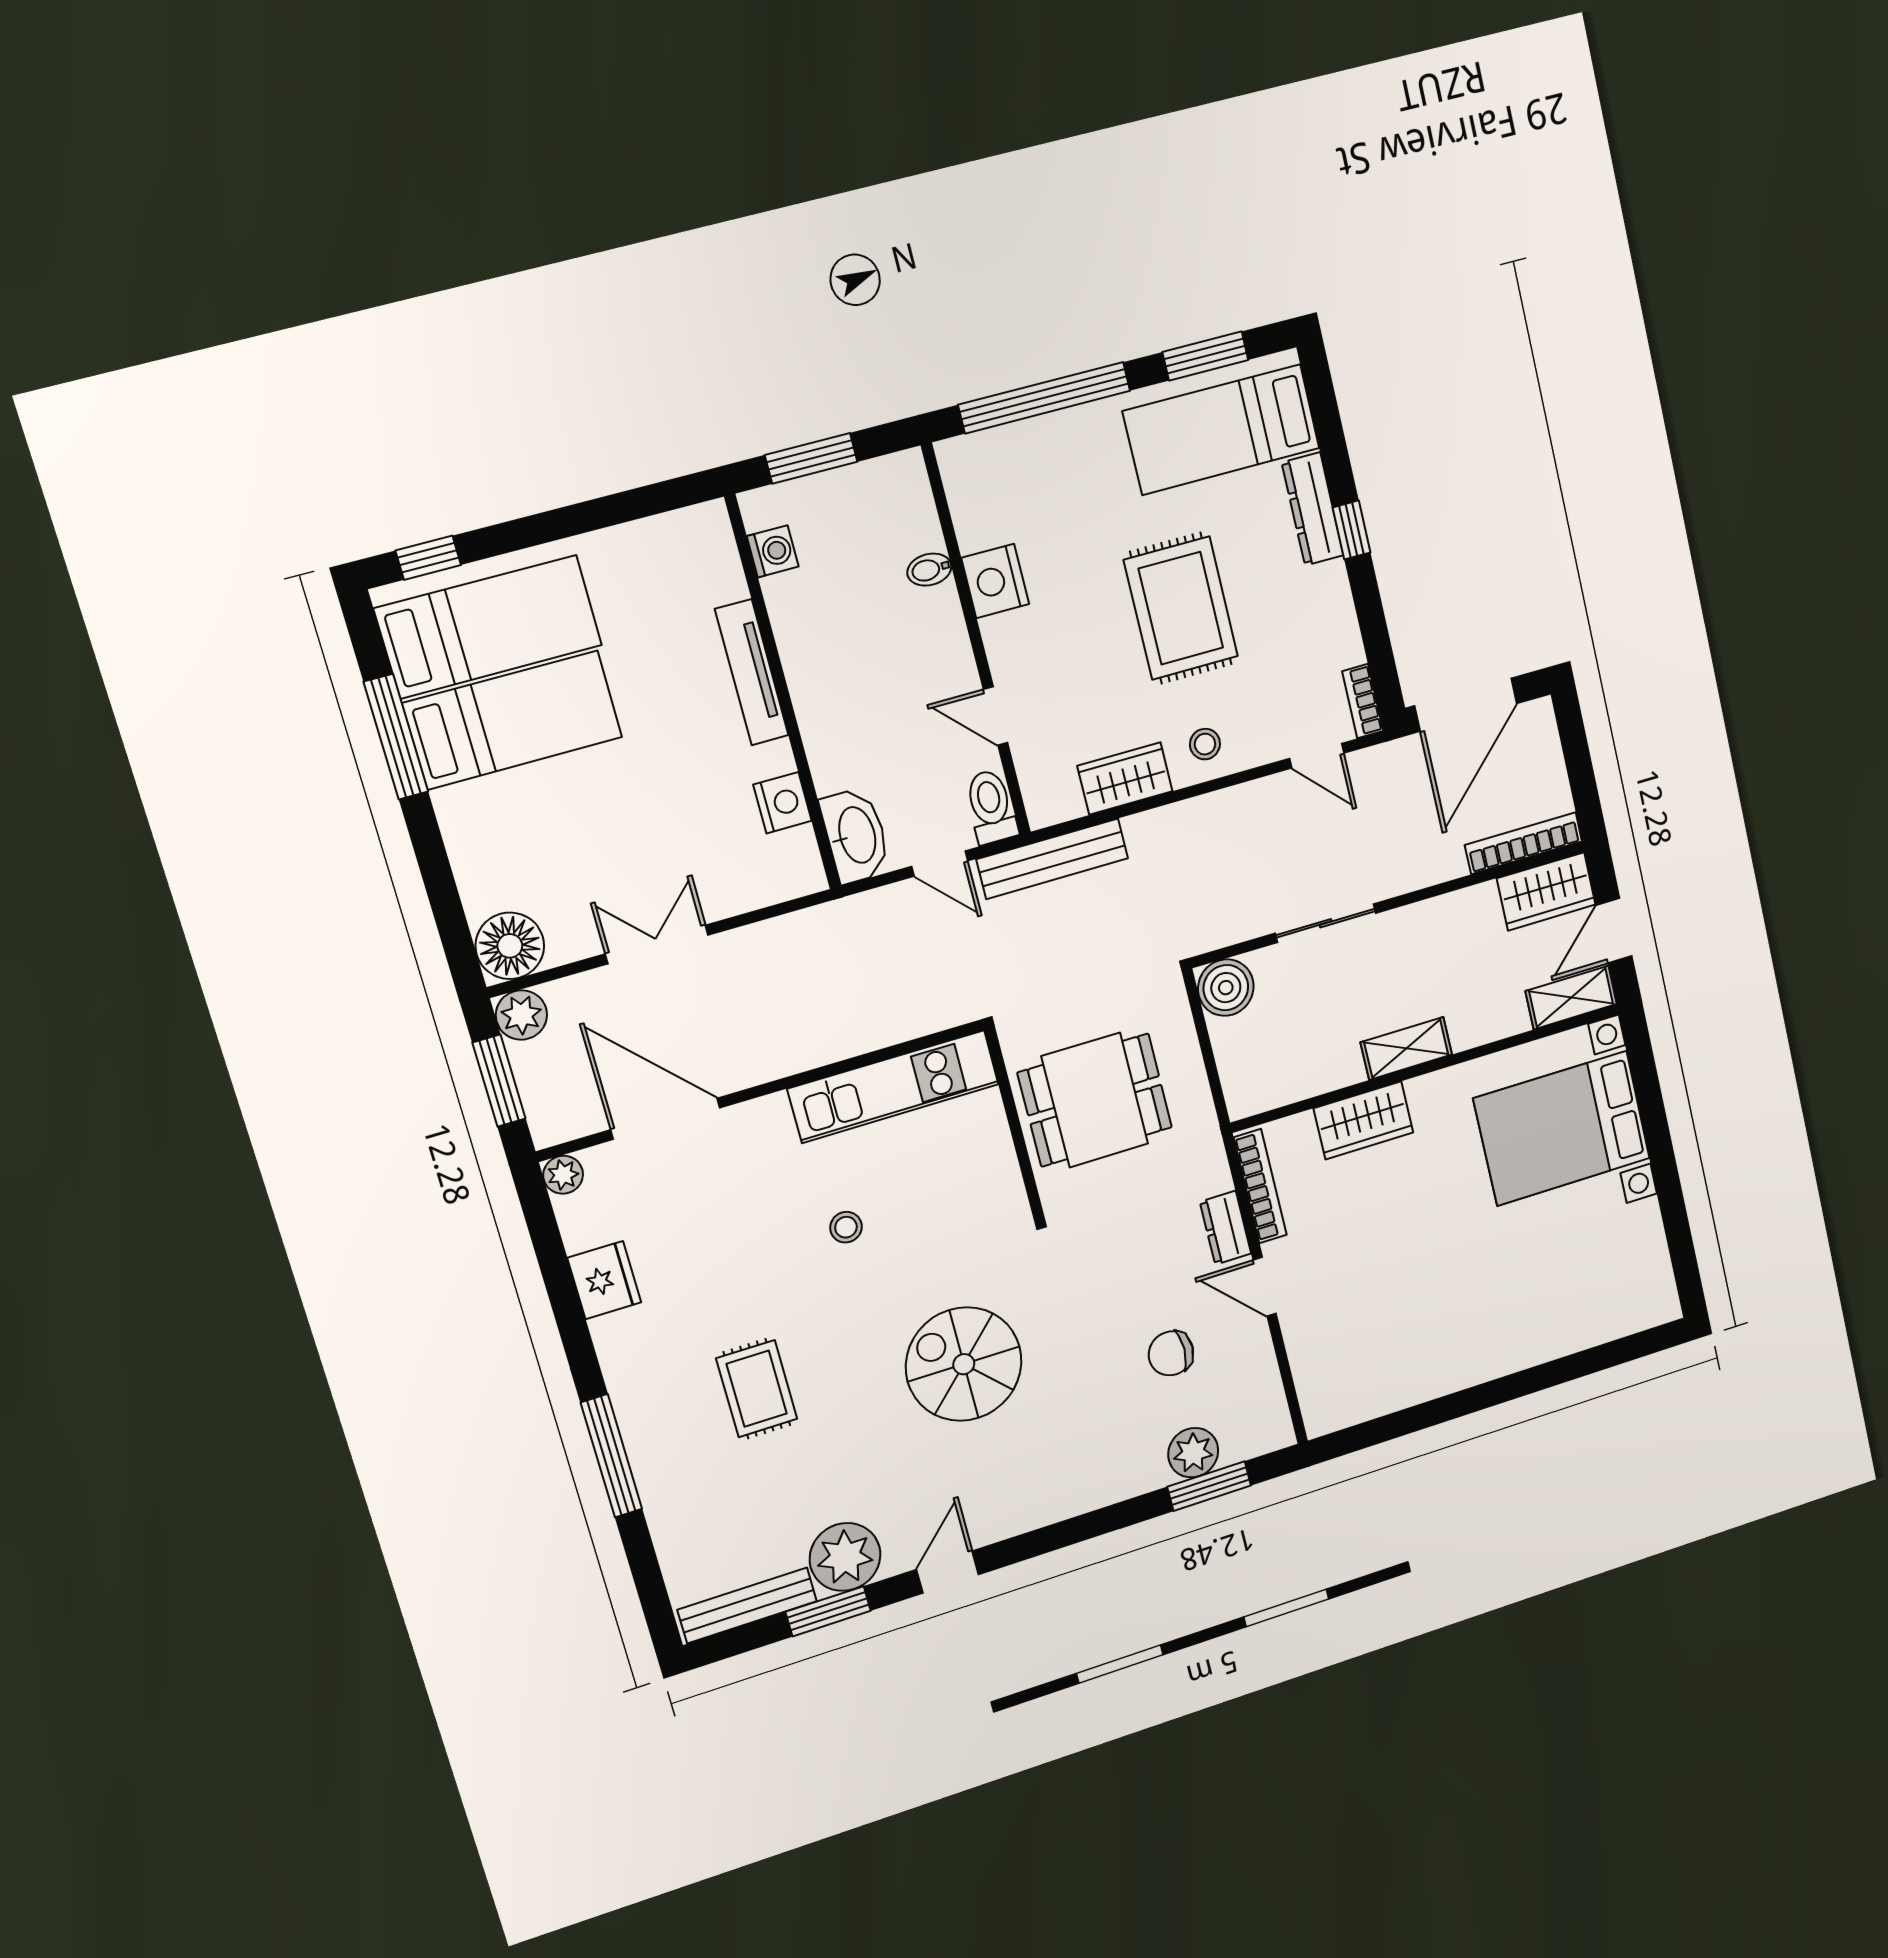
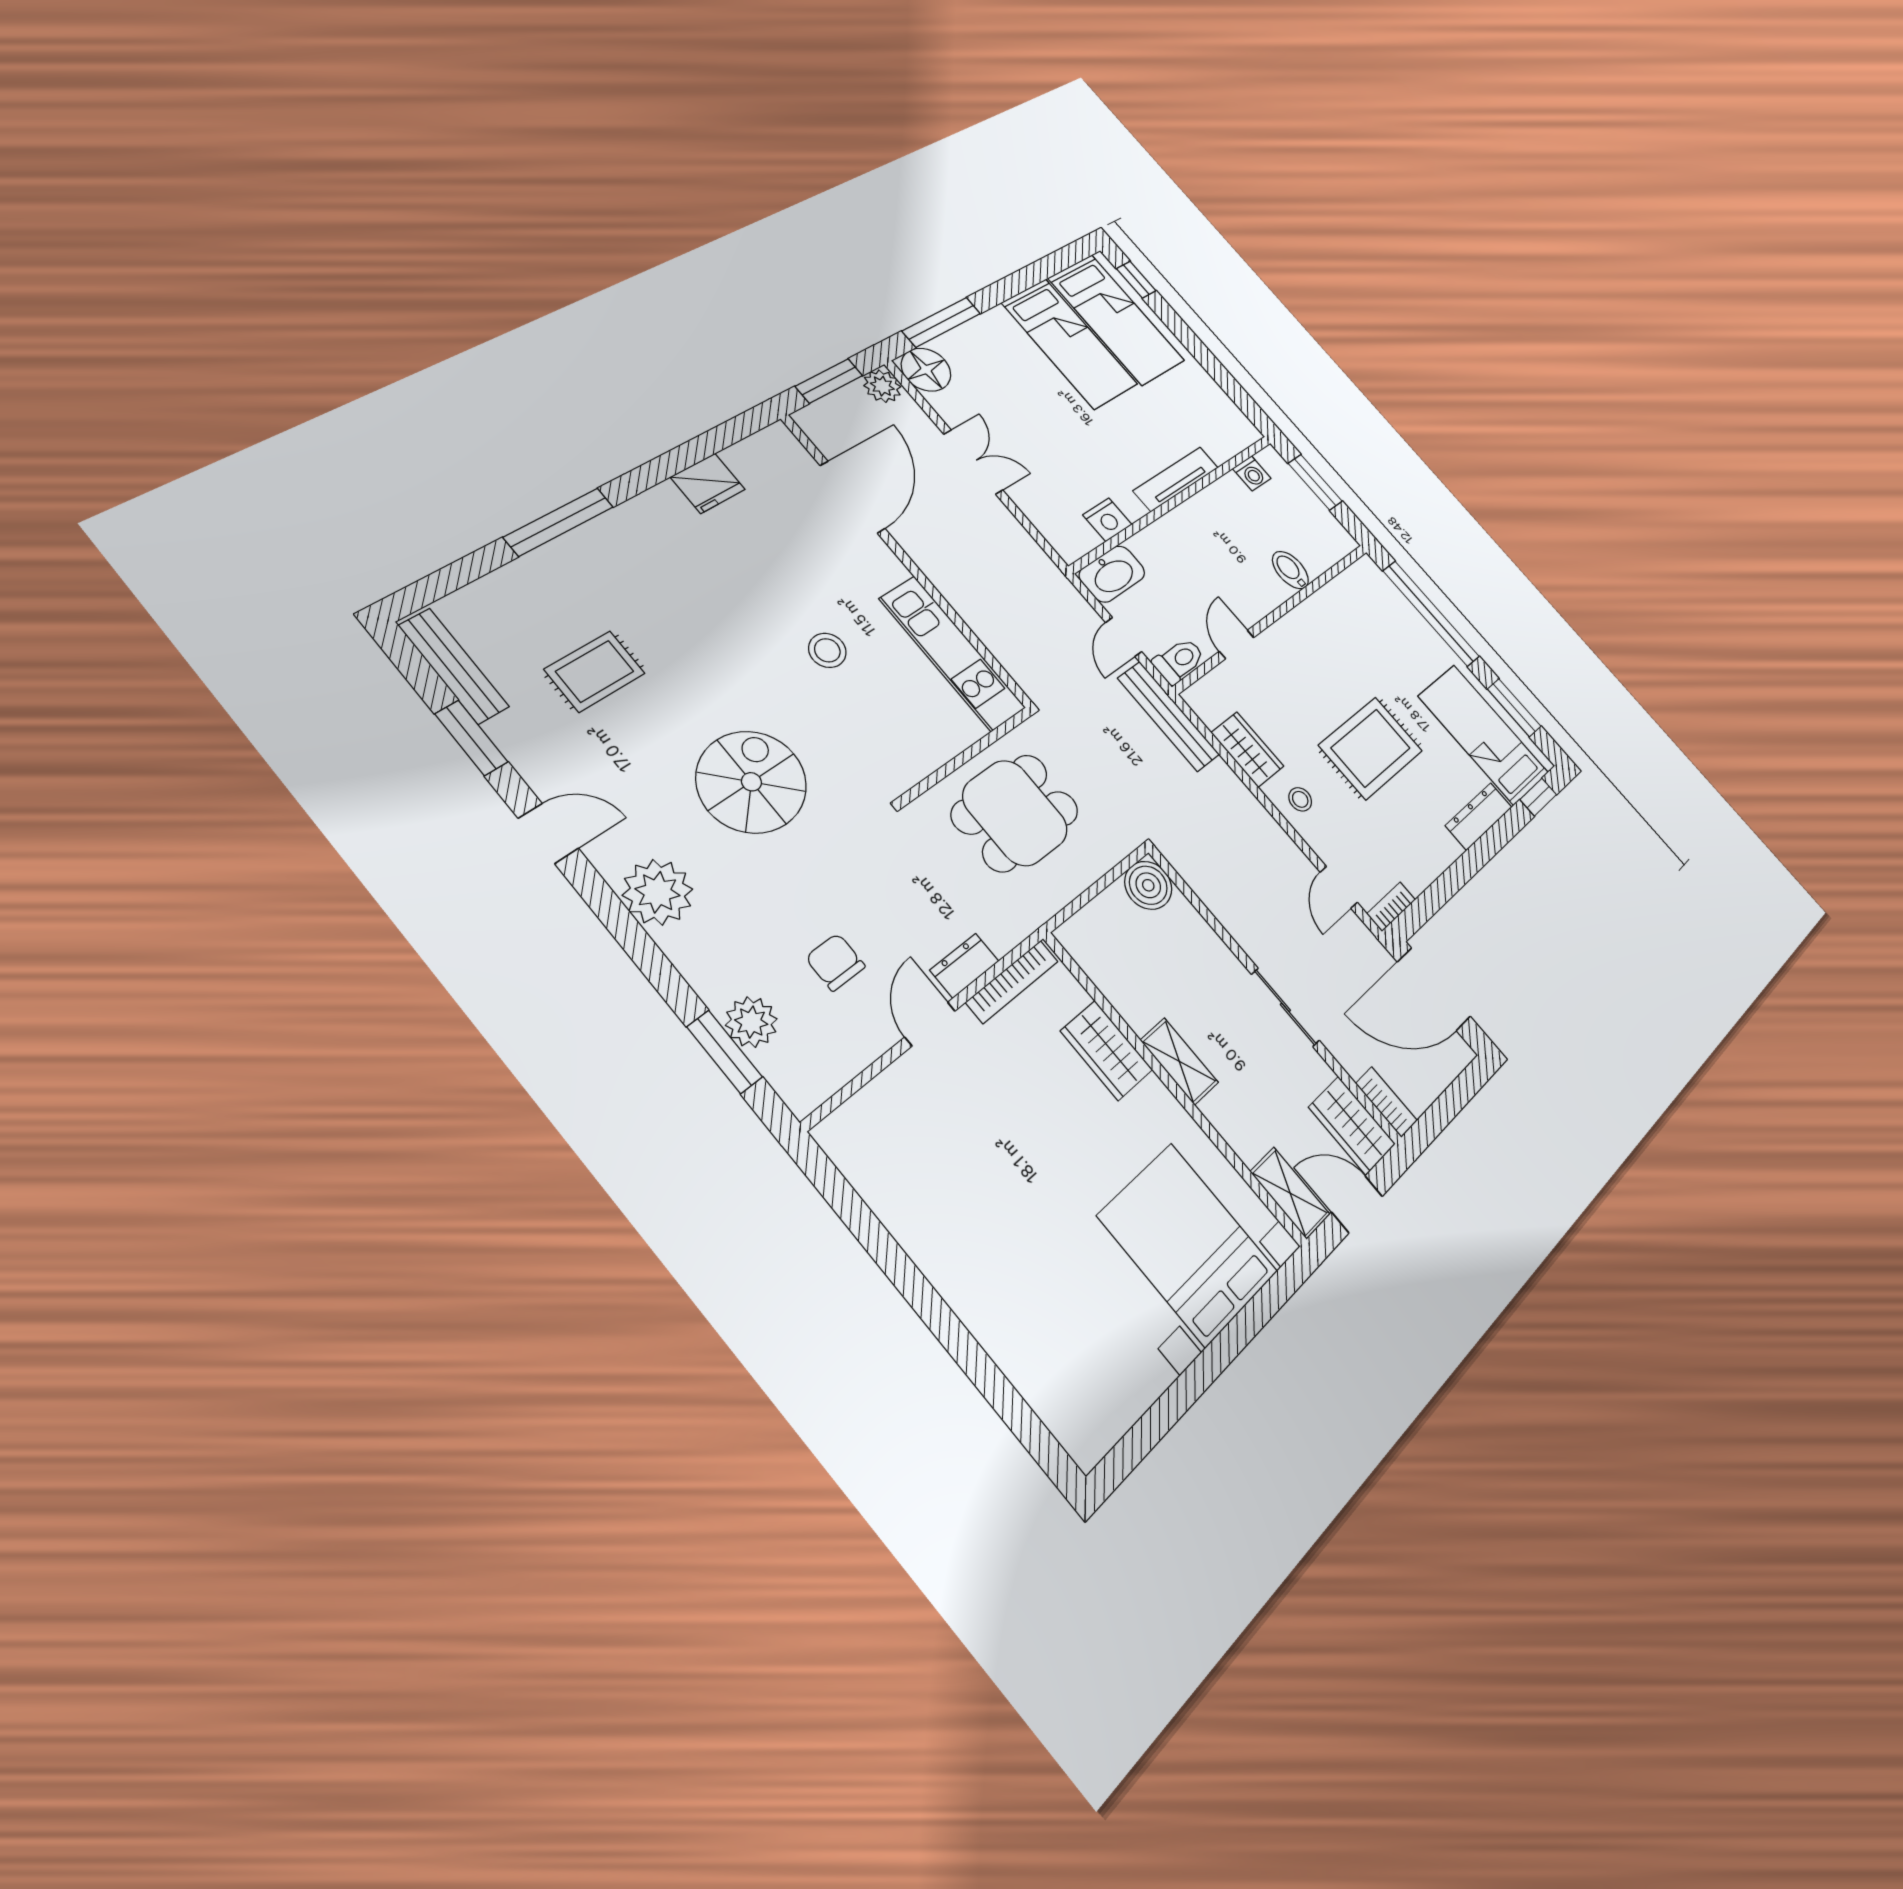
window: (1352, 530) -> (1538, 797), moved
bidet: (929, 570) -> (1290, 570), width x1.38, depth x1.36
nightstand: (995, 581) -> (1315, 617), removed
window: (396, 737) -> (941, 322), moved
bookcase: (1524, 843) -> (1386, 1102), width x0.64
sliding door: (1326, 923) -> (1285, 1007), moved
dining table: (1095, 1100) -> (1015, 813), turned 90
plant: (563, 1175) -> (779, 437), removed
stool: (846, 1227) -> (827, 650), width x1.37, depth x1.37
rug: (757, 1389) -> (595, 671), moved
plant: (845, 1557) -> (658, 892), moved

